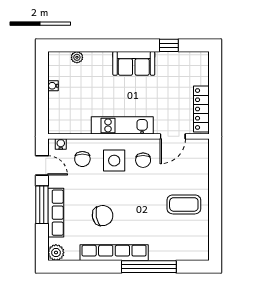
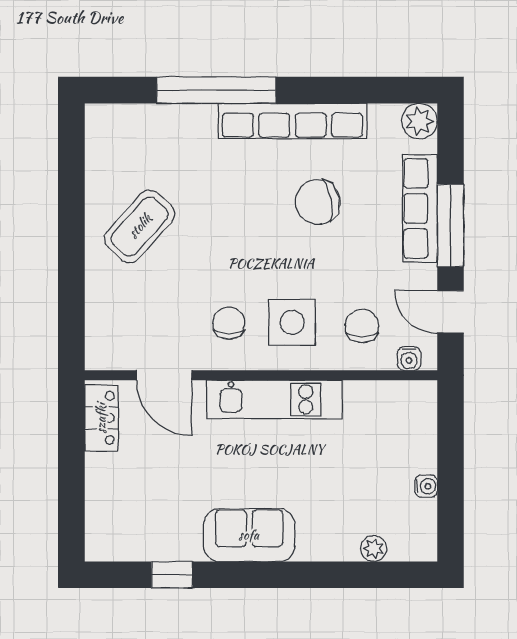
locker: (201, 109) -> (101, 418), width x0.66
door: (173, 136) -> (164, 375), swing flipped
coffee table: (184, 204) -> (140, 226), turned -48

